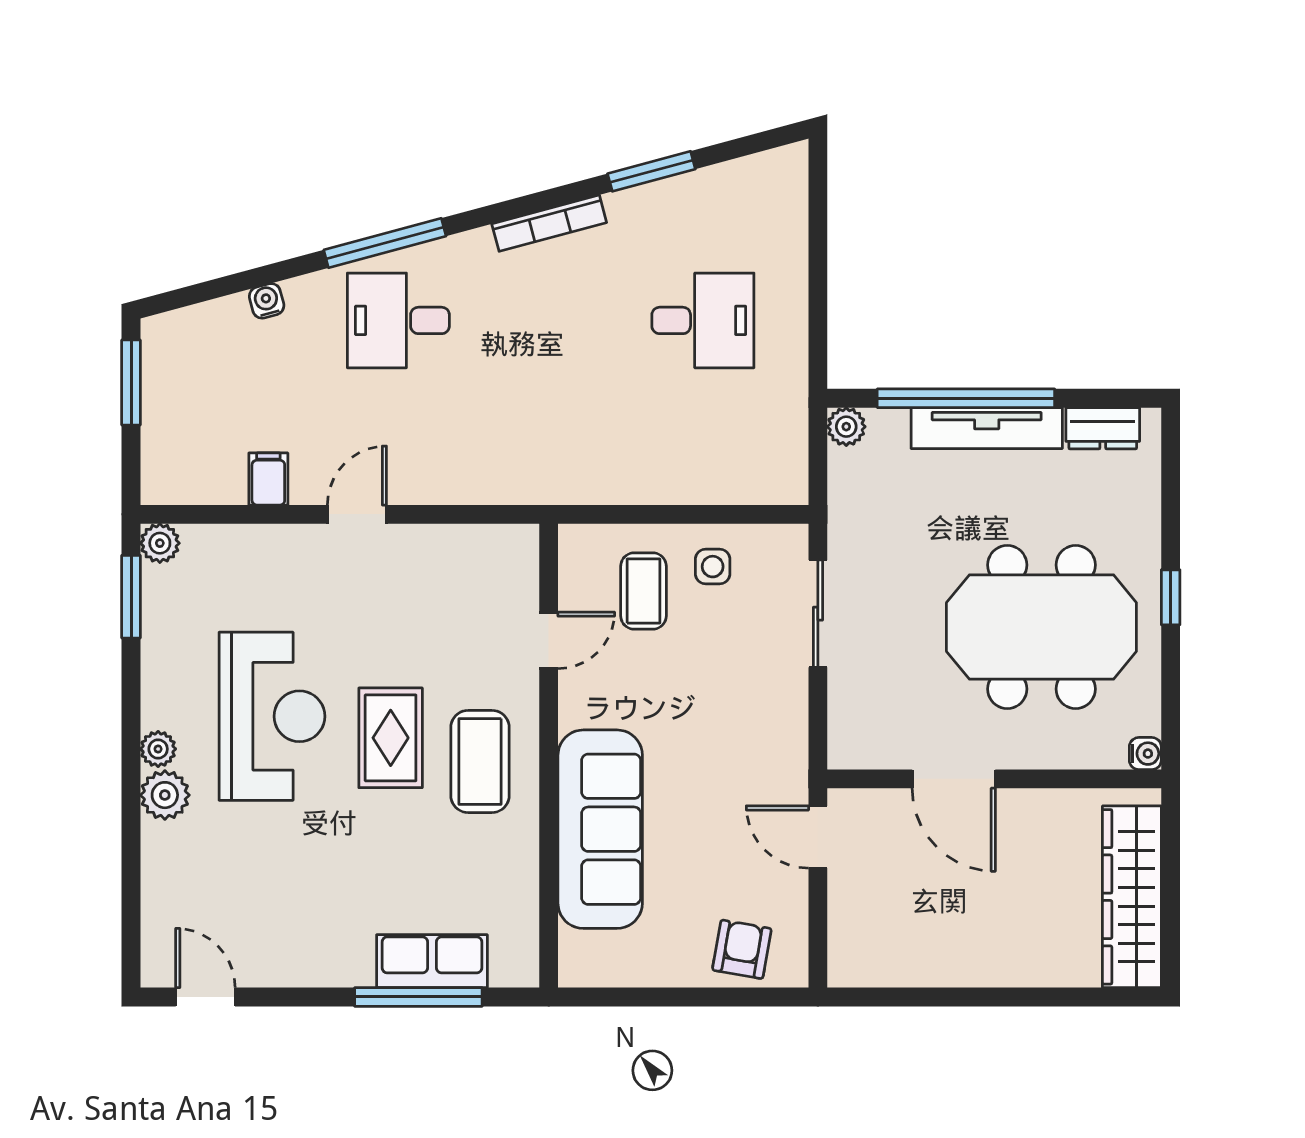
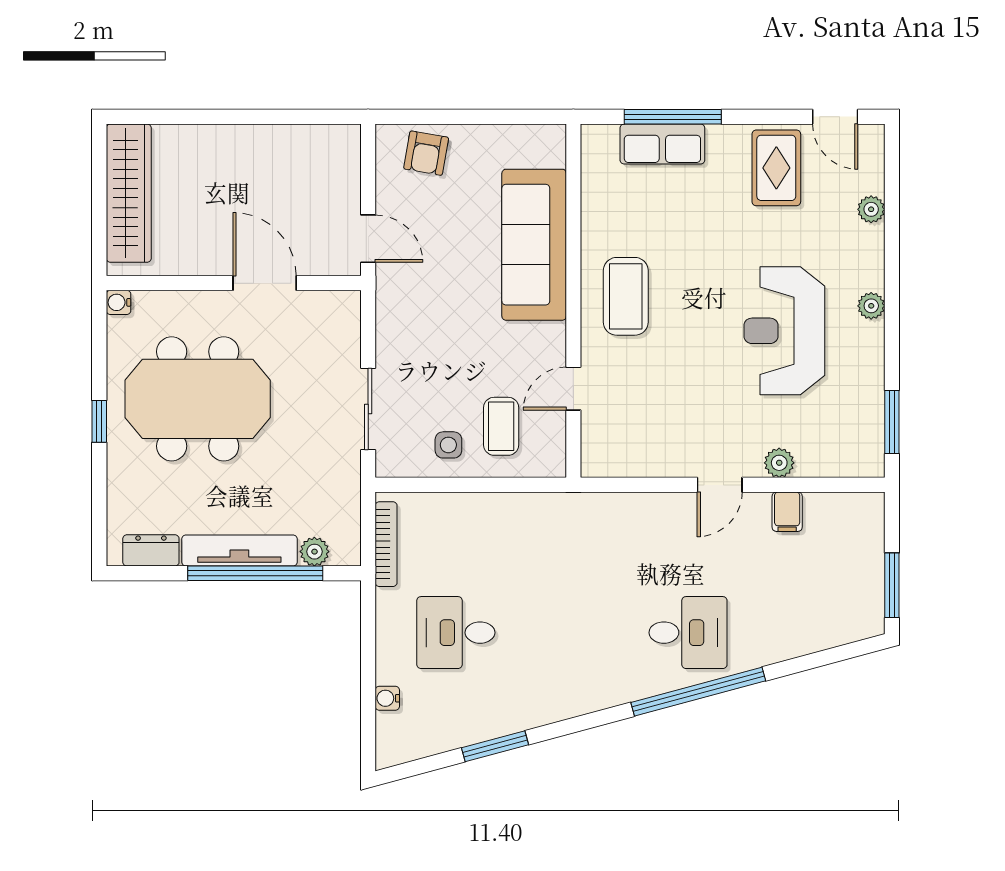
bookcase: (549, 223) -> (386, 544), moved, turned 105
window: (385, 243) -> (698, 692), width x1.46
water cooler: (267, 301) -> (387, 698), moved, turned 105
plant: (846, 427) -> (314, 552), moved
plant: (160, 543) -> (779, 463), moved
rug: (391, 738) -> (776, 168), moved
plant: (165, 795) -> (871, 209), moved, width x0.73, depth x0.73

